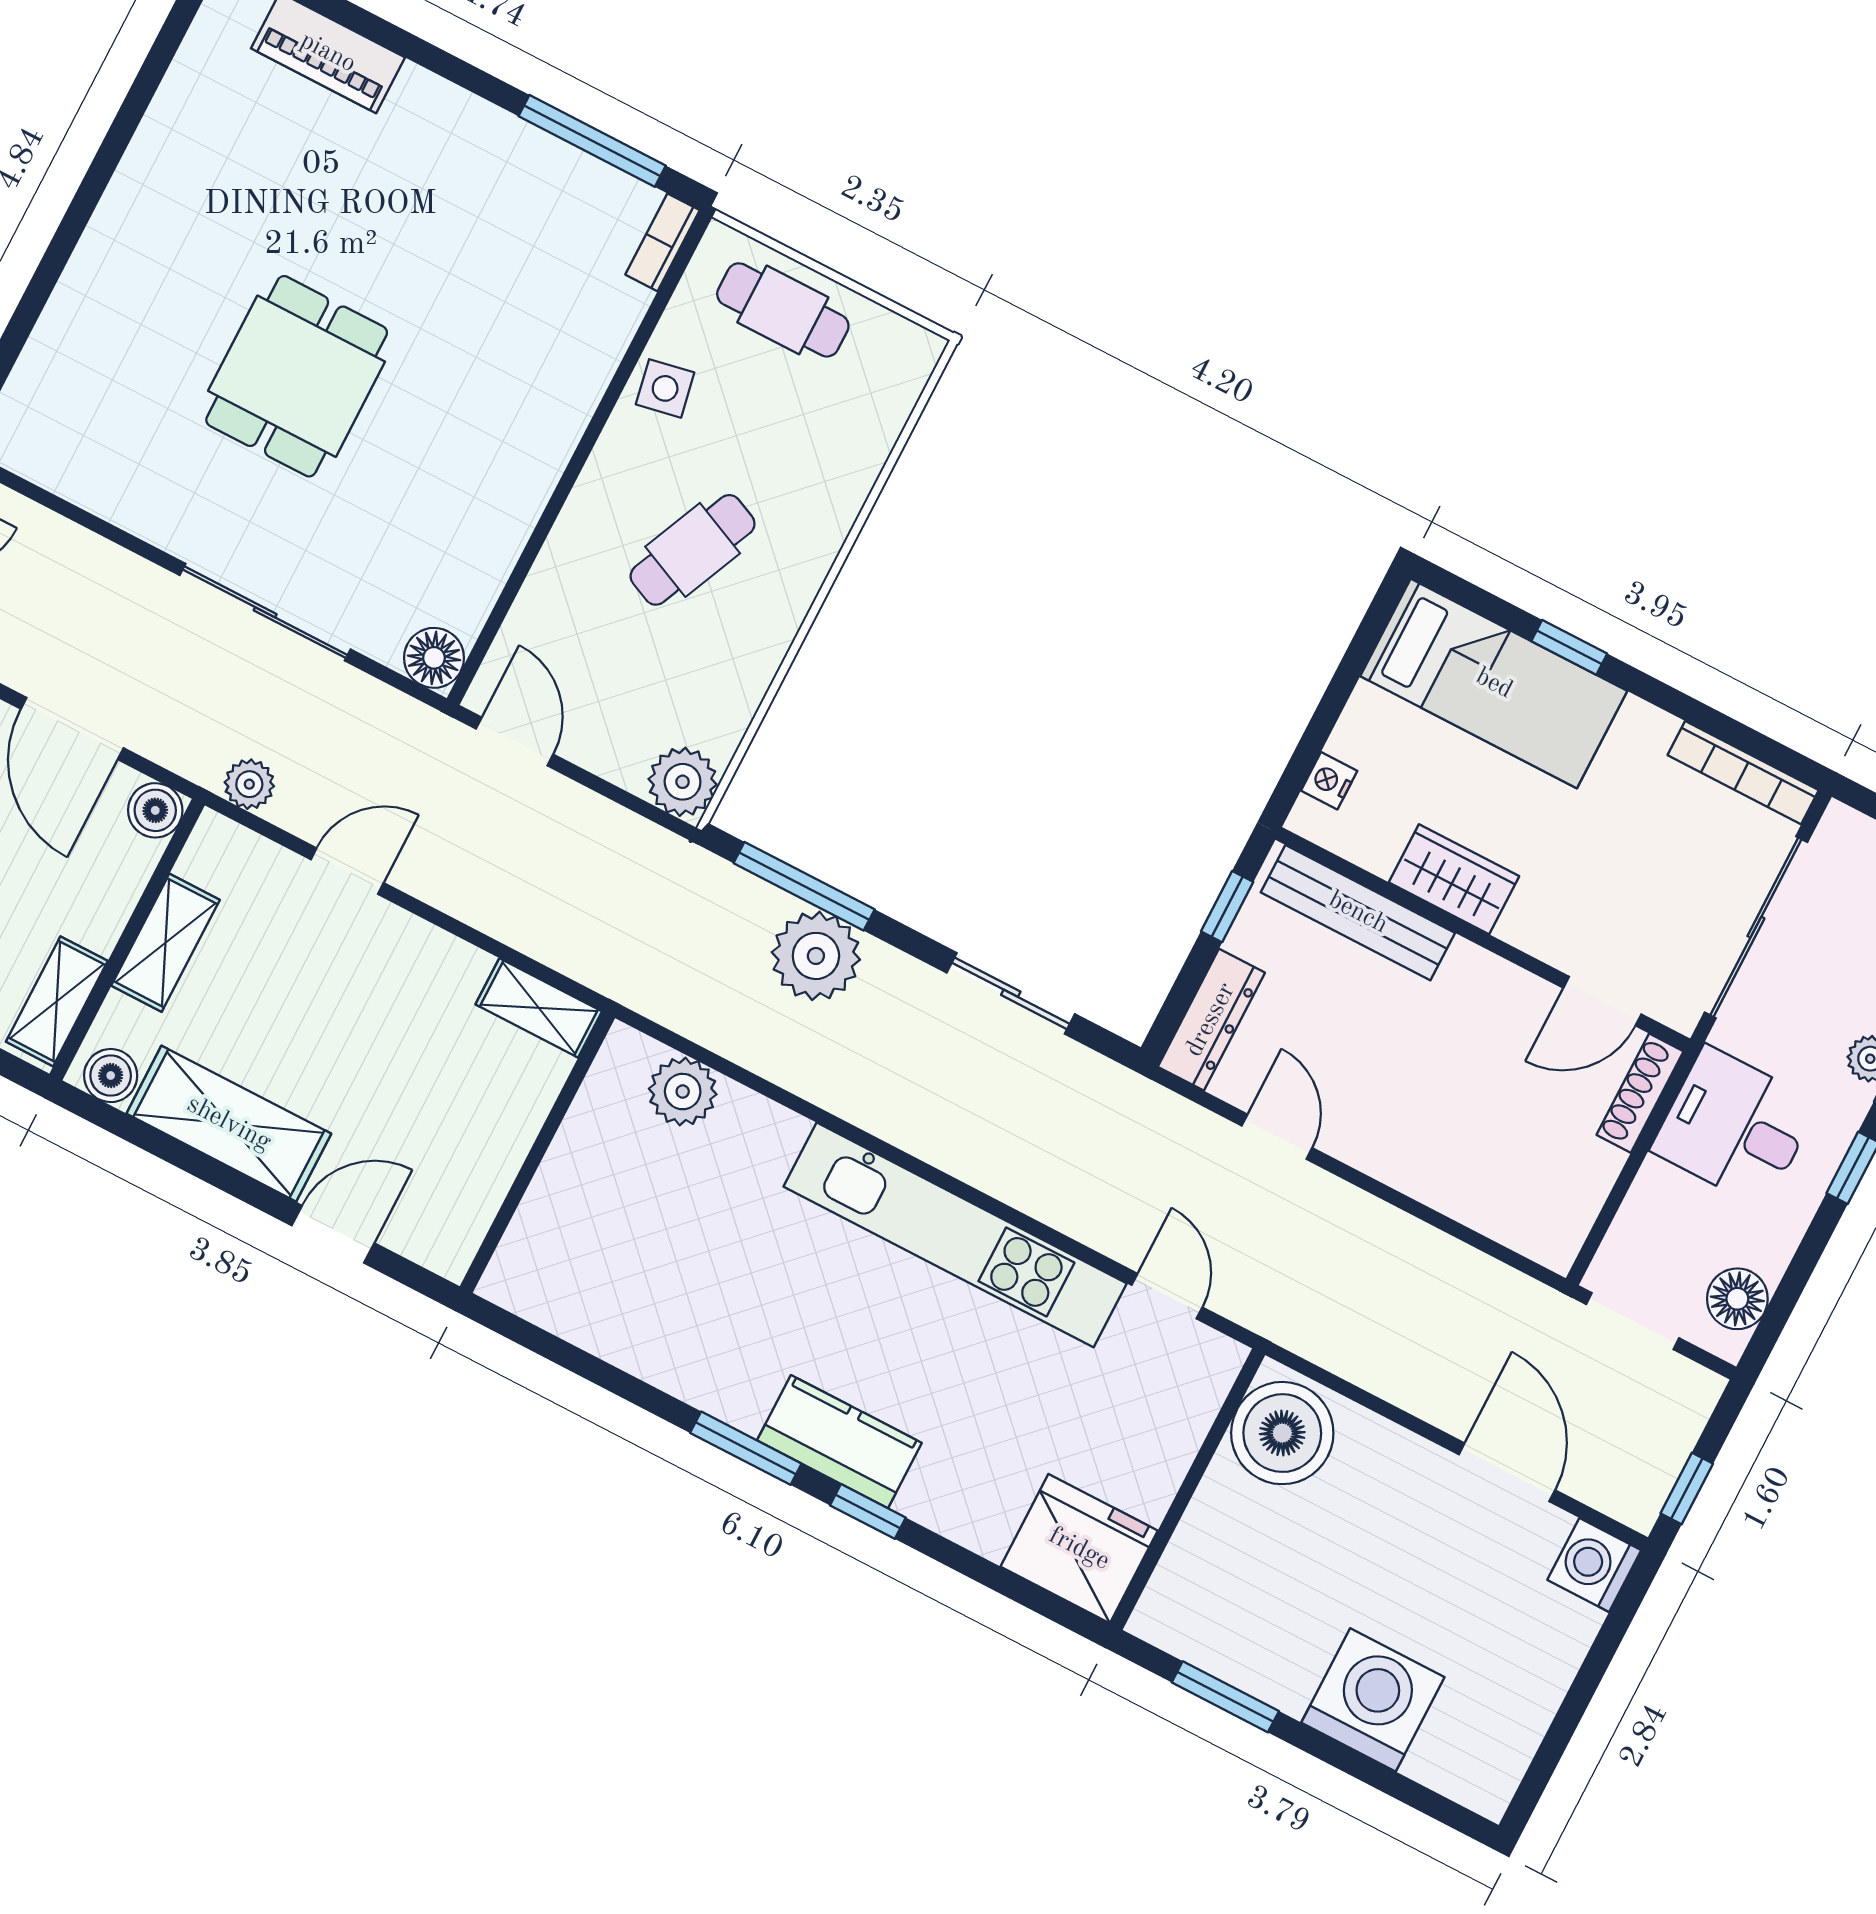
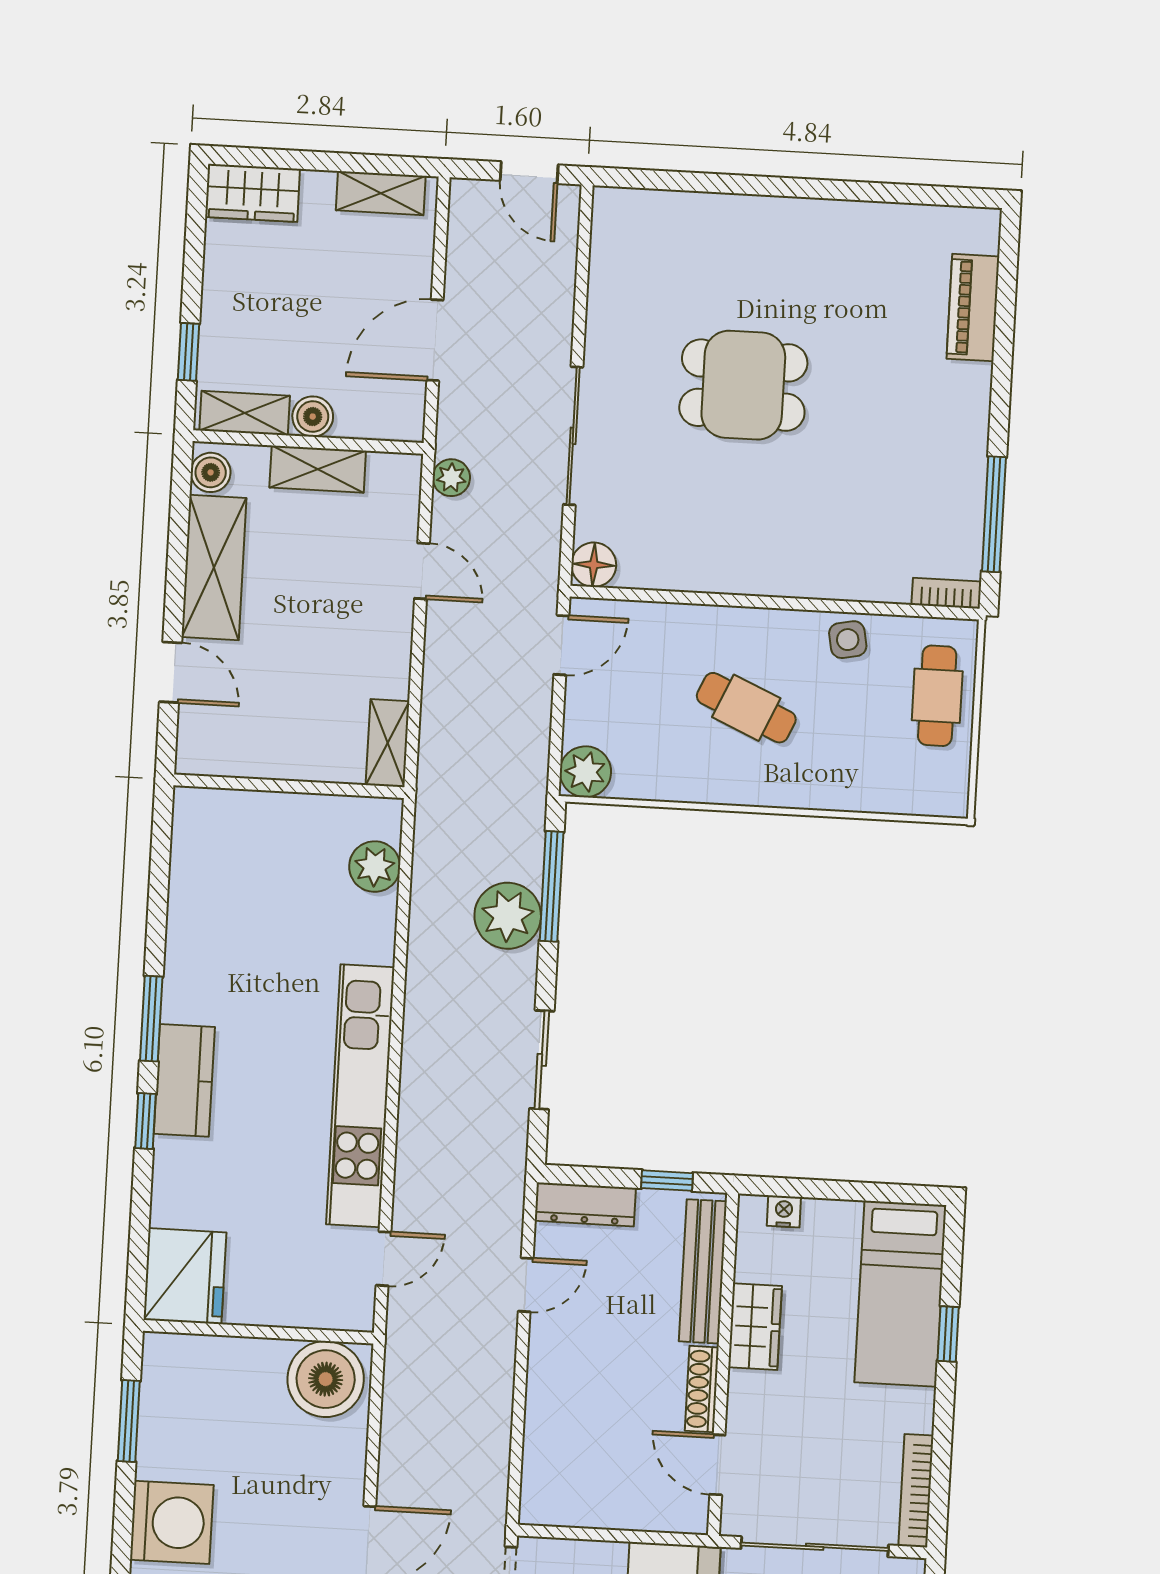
boiler: (155, 810) -> (313, 417), moved
shoe rack: (1640, 1093) -> (702, 1389), moved, turned -90

